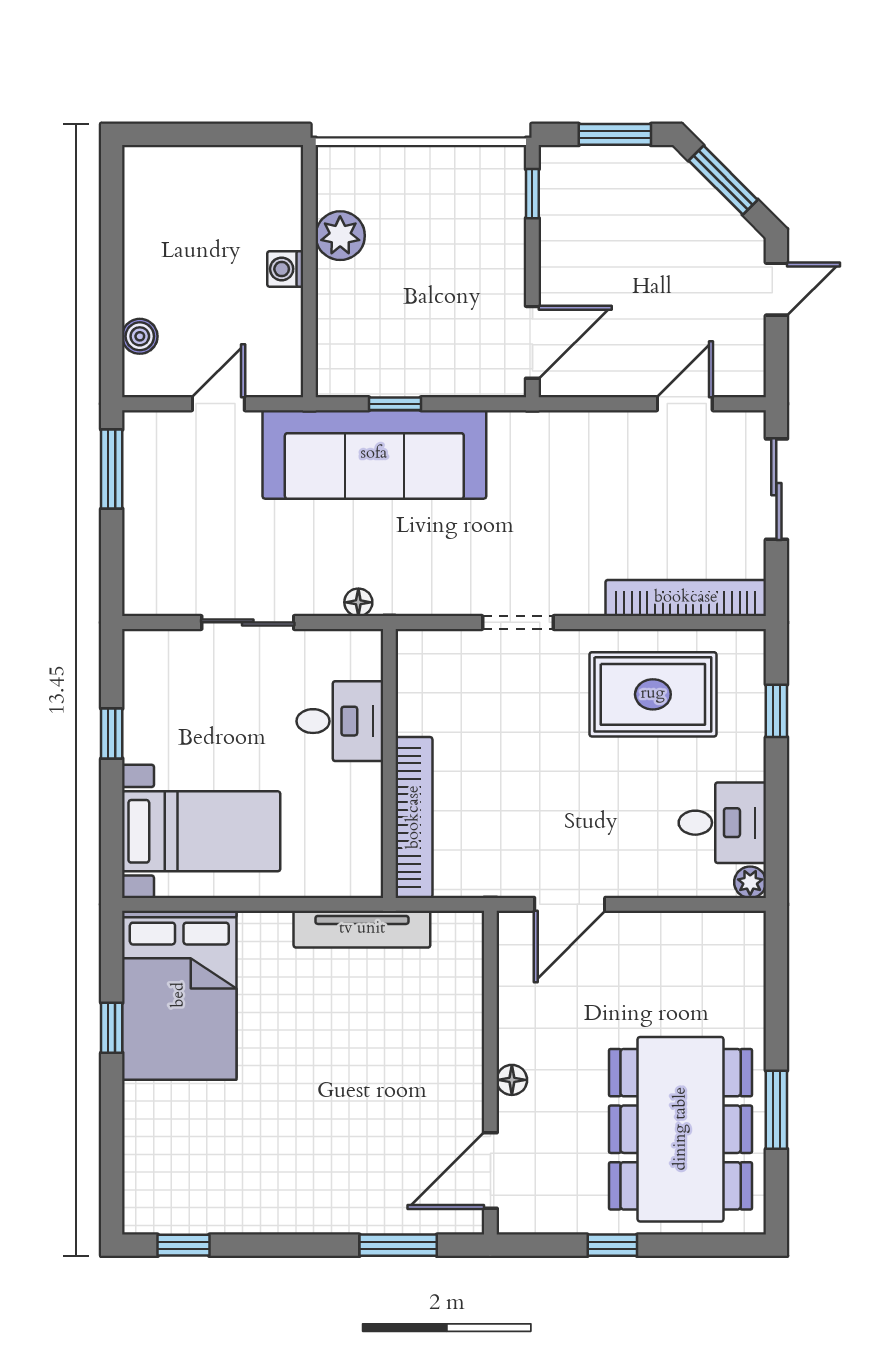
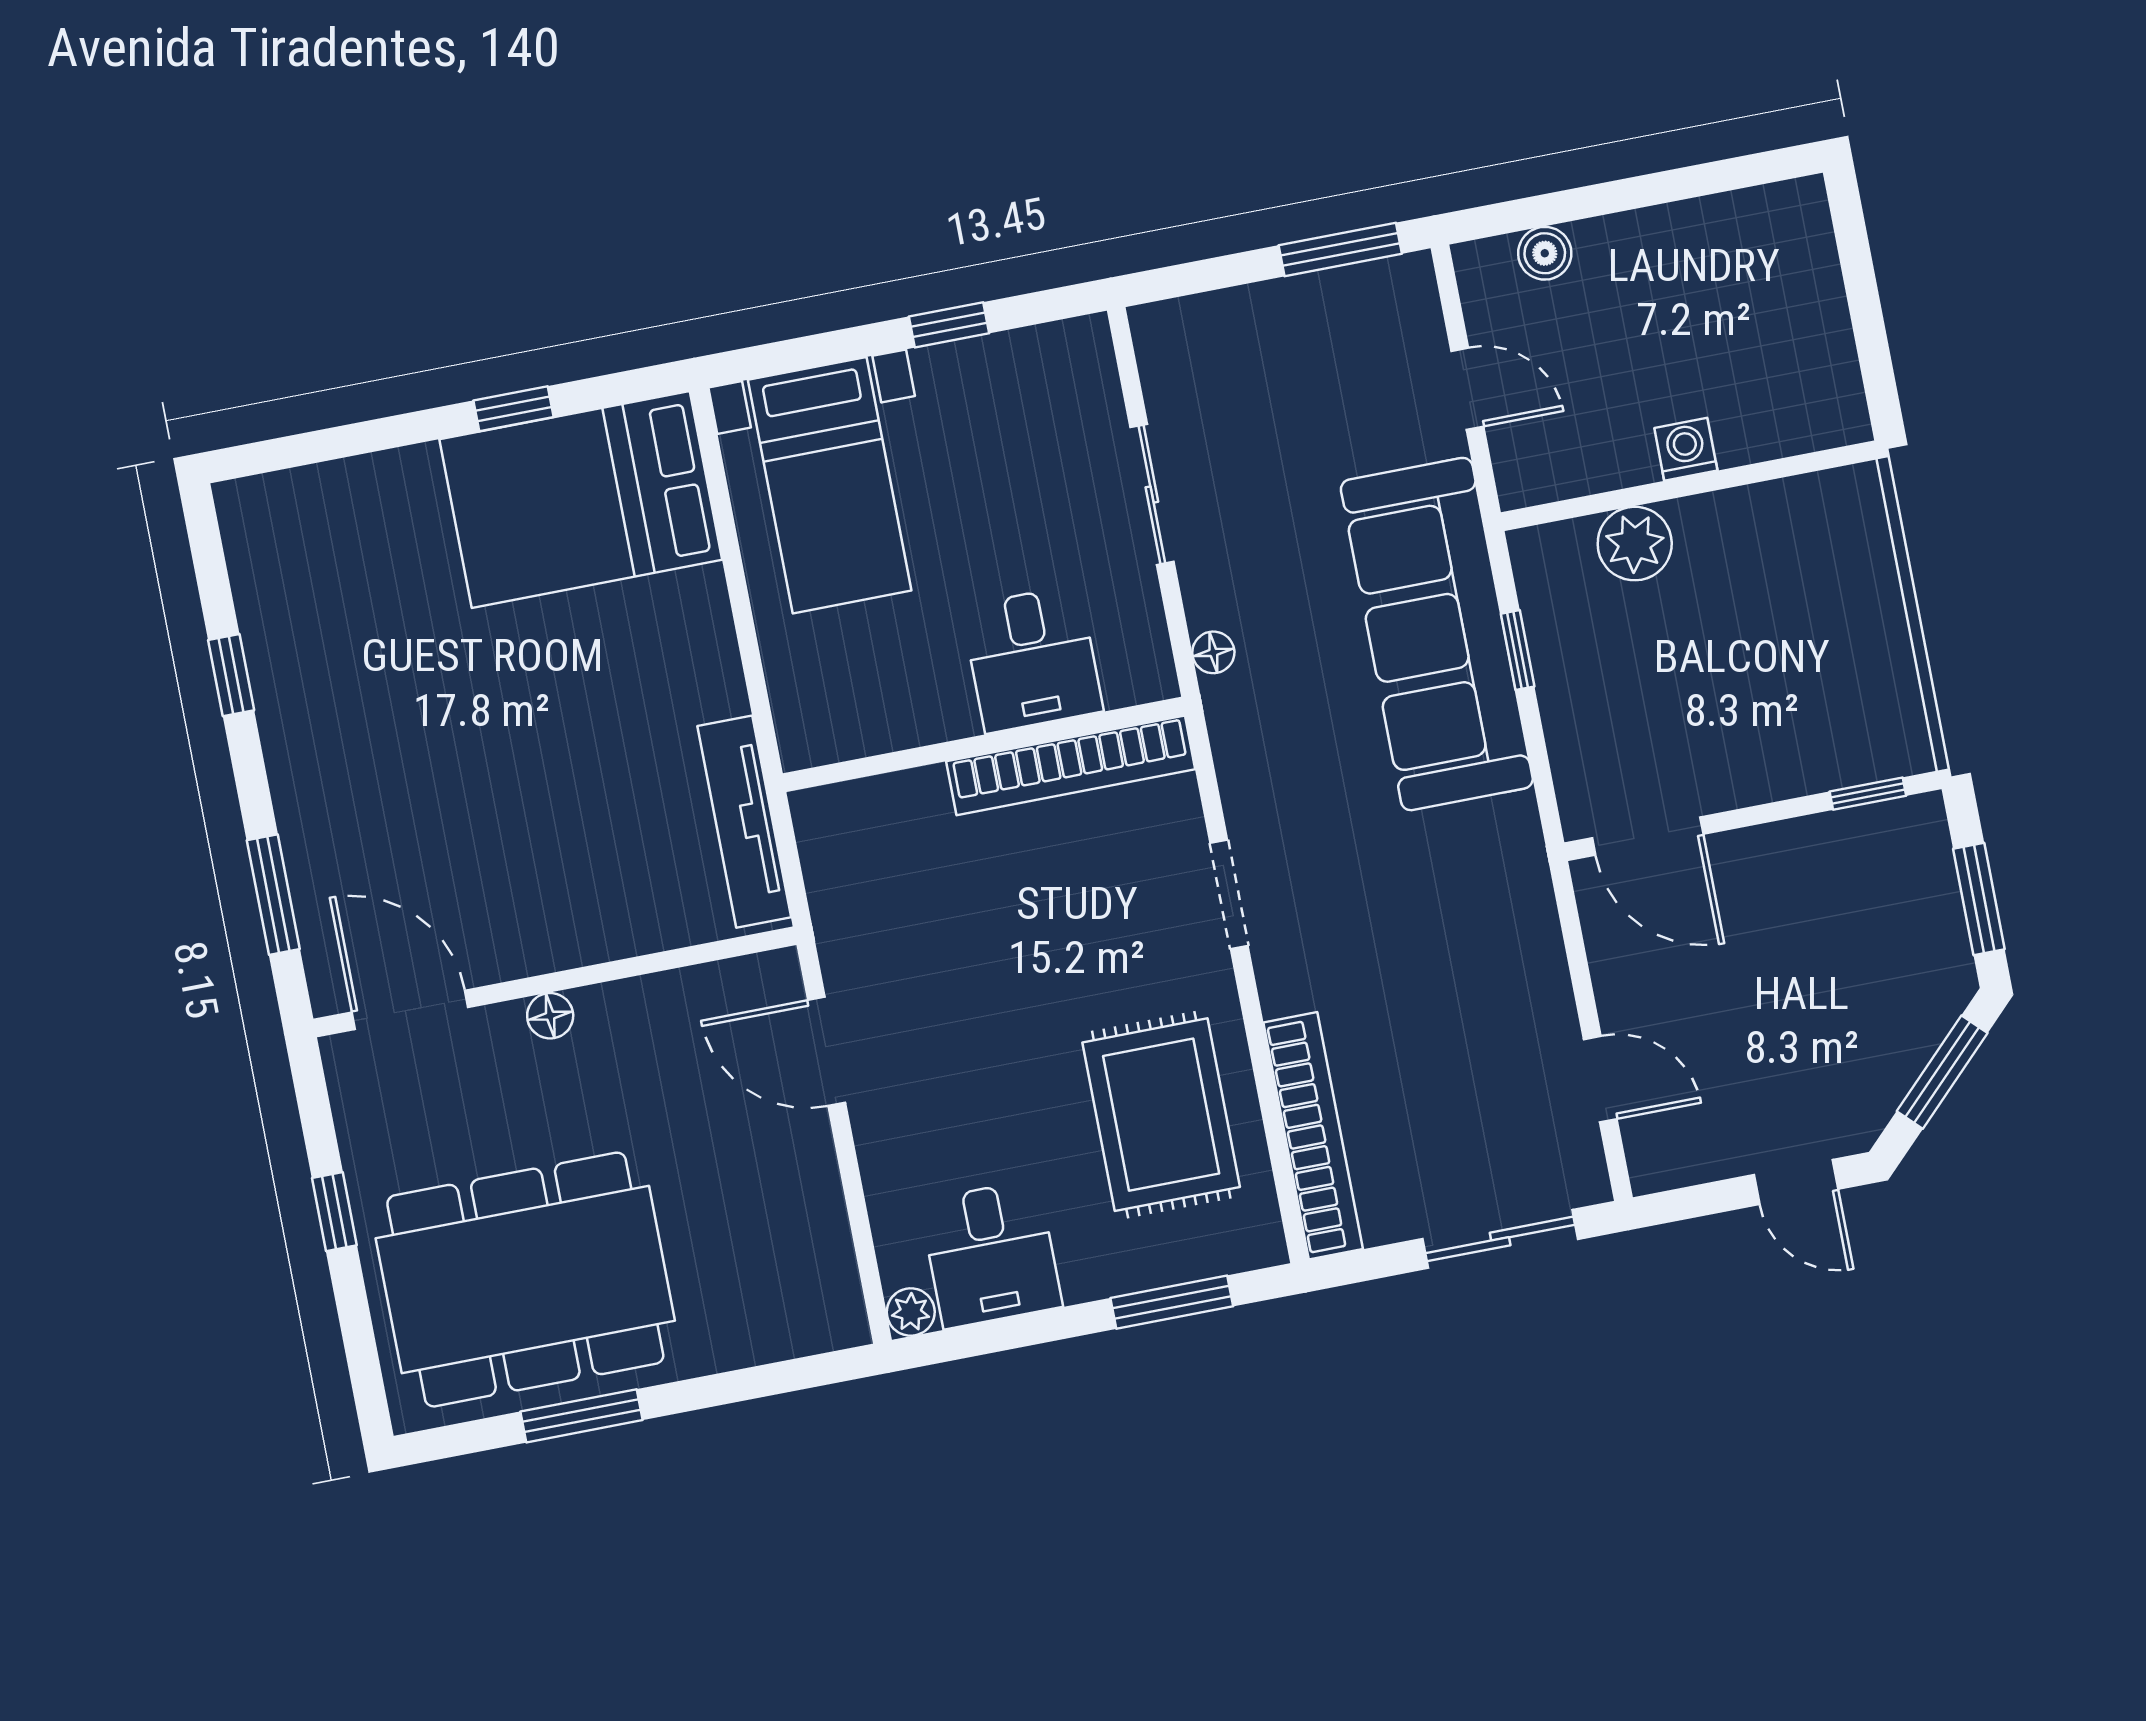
plant: (340, 236) -> (1635, 544), moved
window: (776, 711) -> (1172, 1302), width x1.50
bookcase: (414, 817) -> (1071, 765), moved
tv unit: (362, 929) -> (744, 822), moved
window: (183, 1245) -> (231, 675), moved

